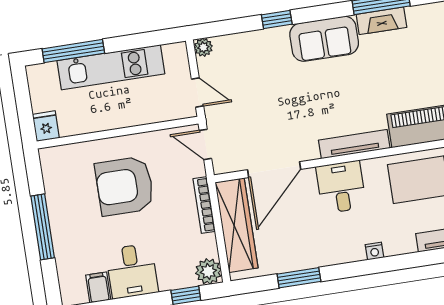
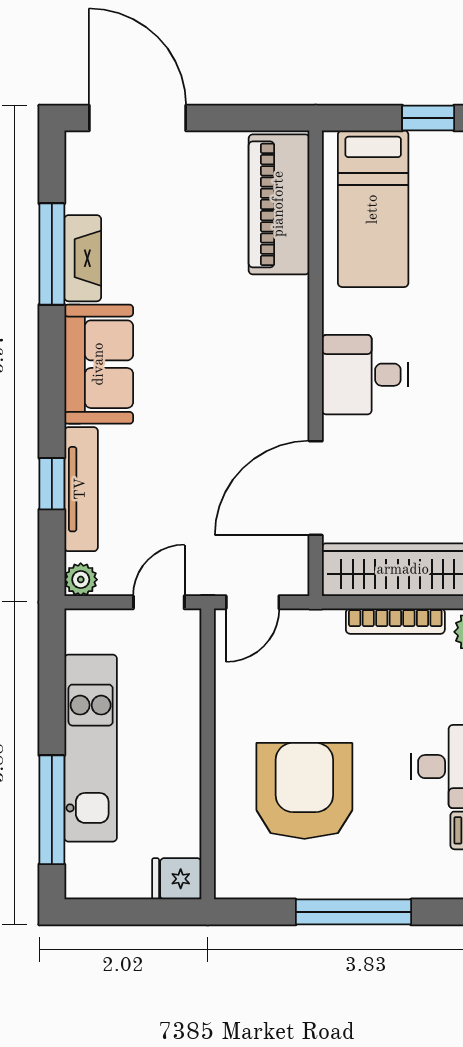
window: (277, 19) -> (52, 484), moved
tv unit: (354, 144) -> (81, 489), moved, turned 180
door: (274, 170) -> (316, 488), swing flipped
armchair: (125, 186) -> (304, 791), moved, turned 180
bookcase: (204, 205) -> (395, 621), moved

